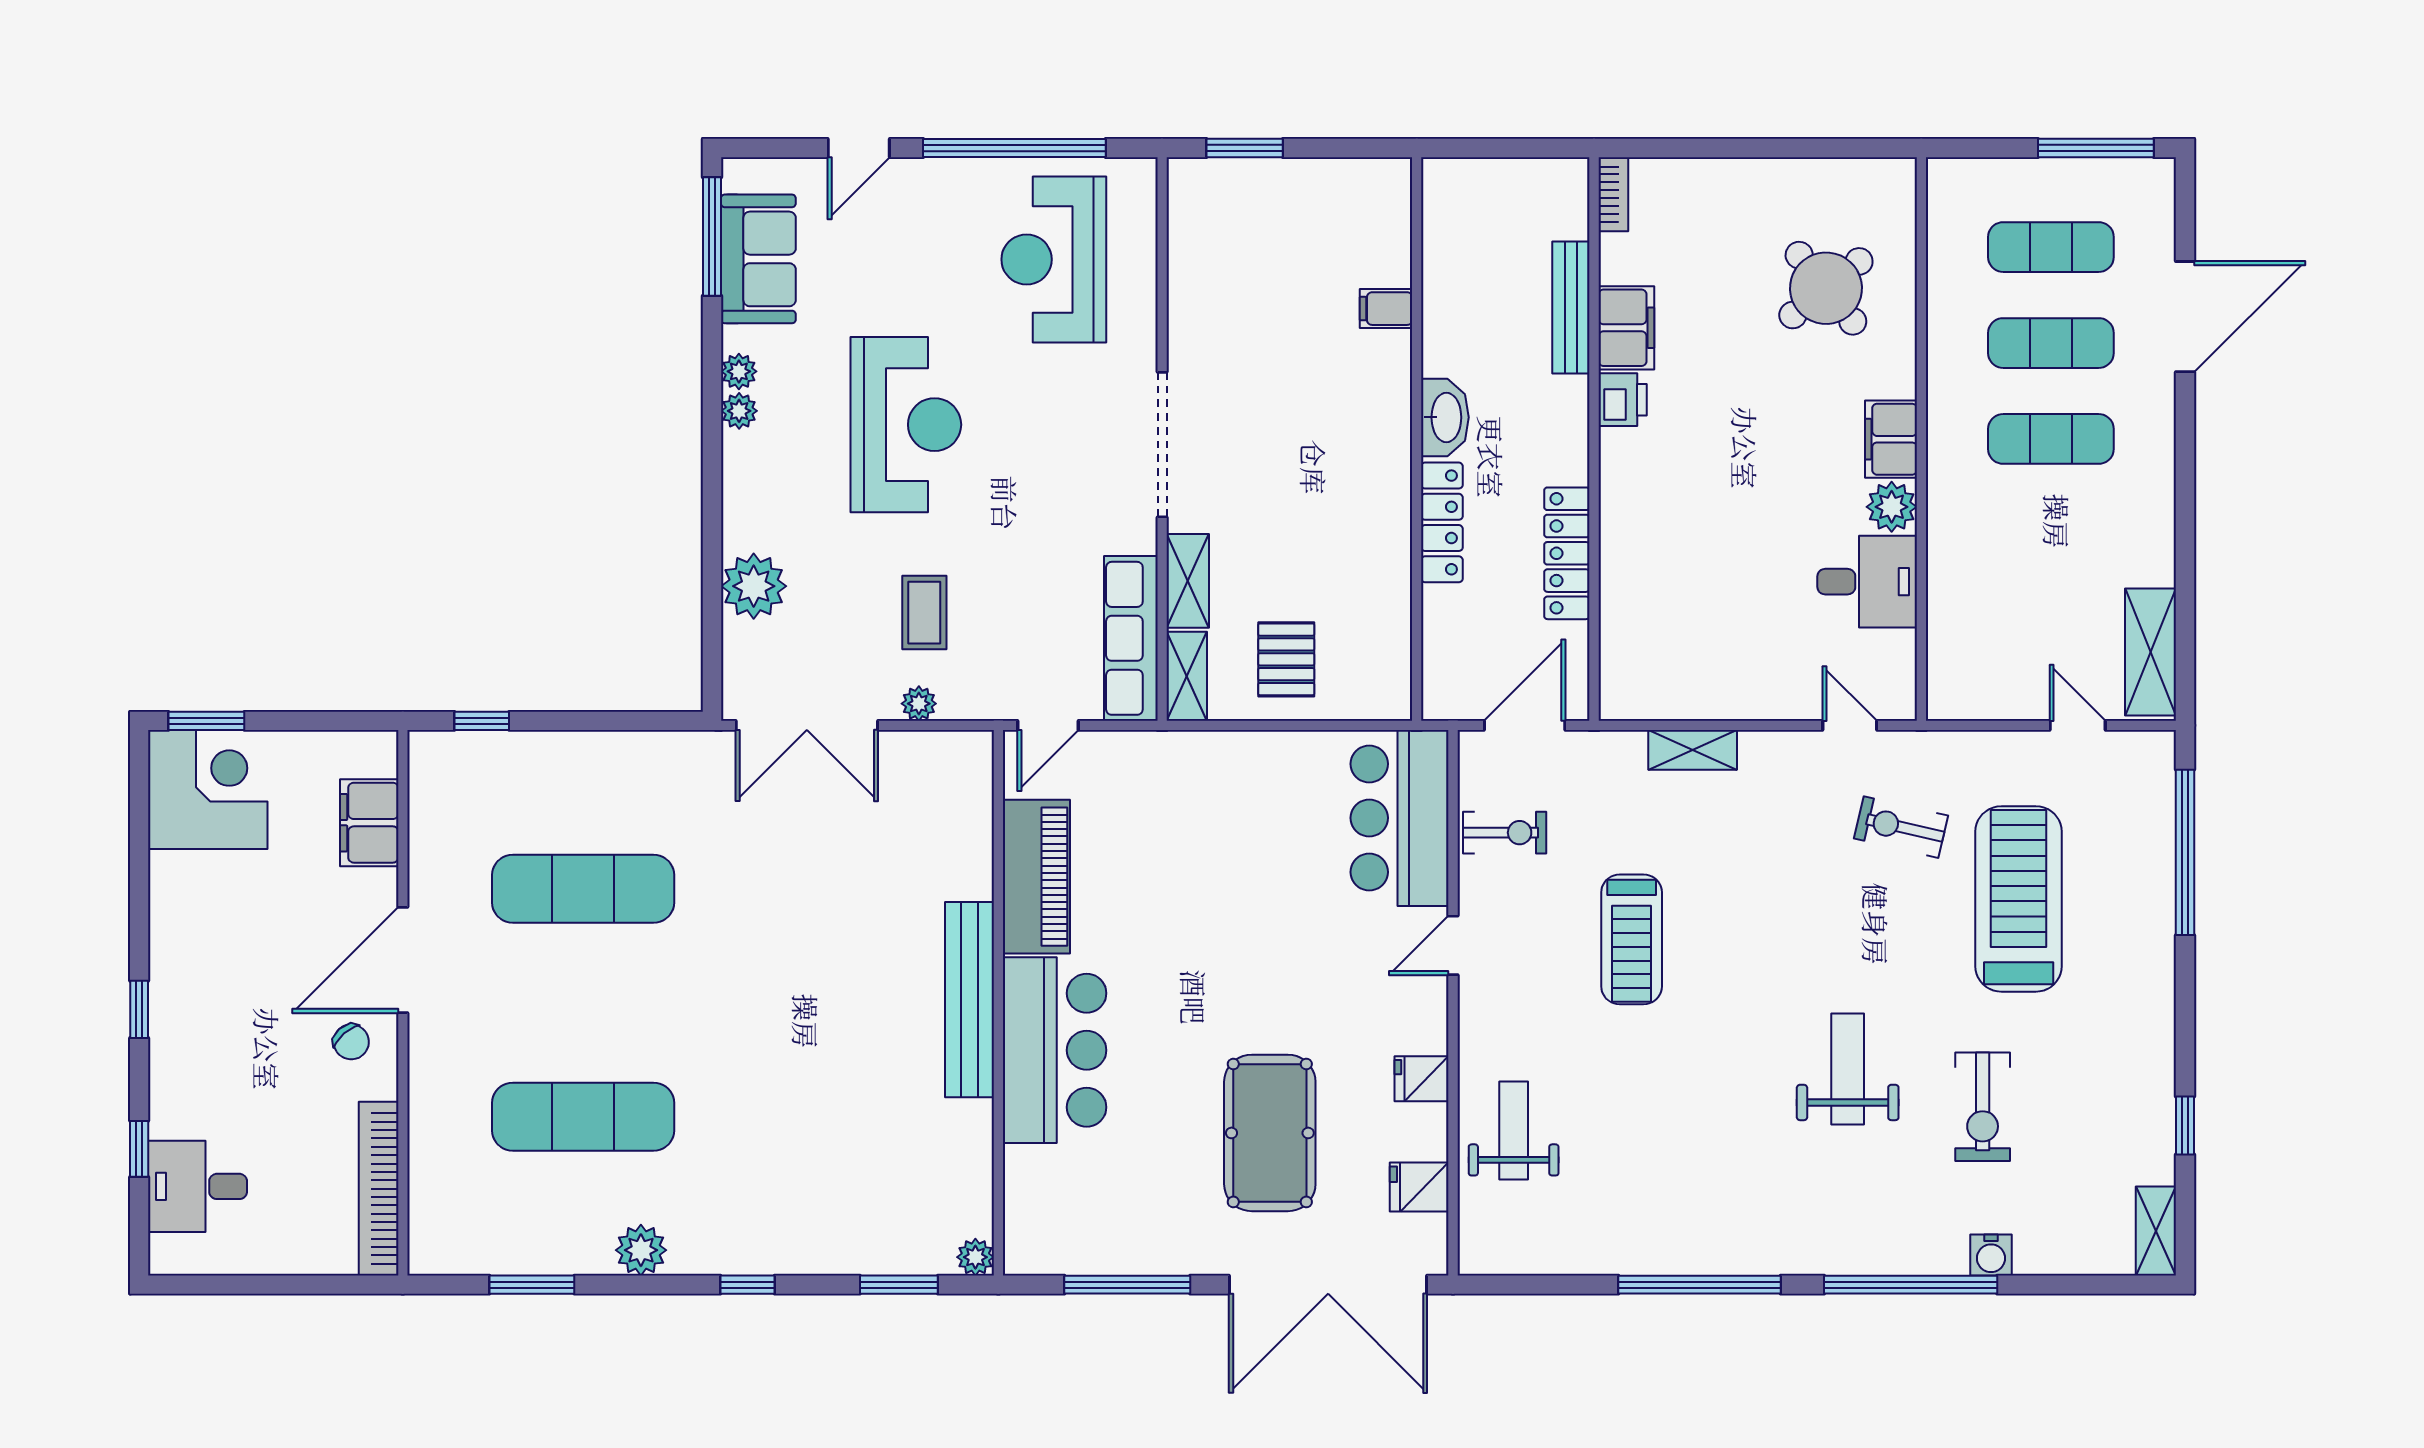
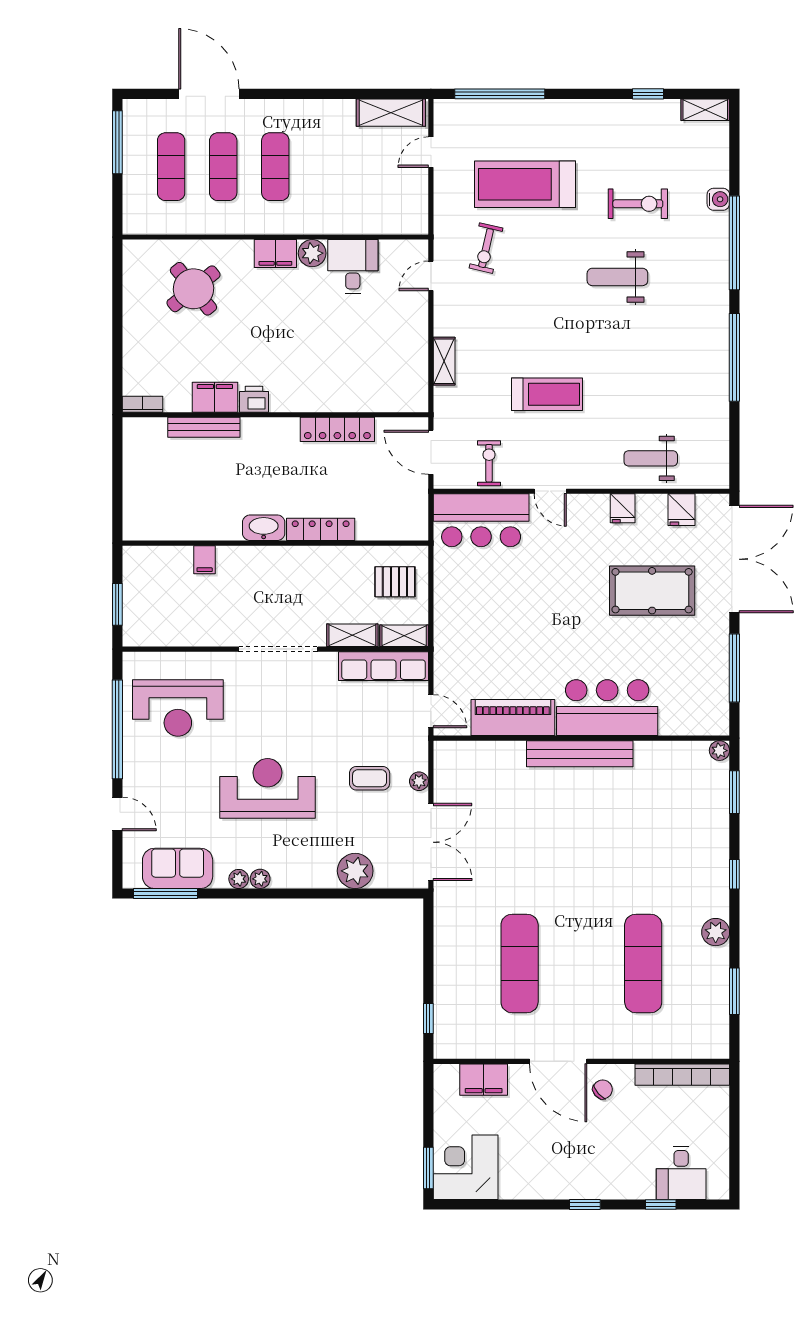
filing cabinet: (1386, 309) -> (205, 560), moved
washbasin: (1445, 417) -> (264, 528), moved
wall: (1417, 439) -> (275, 543), moved
locker: (1442, 522) -> (321, 529), moved

